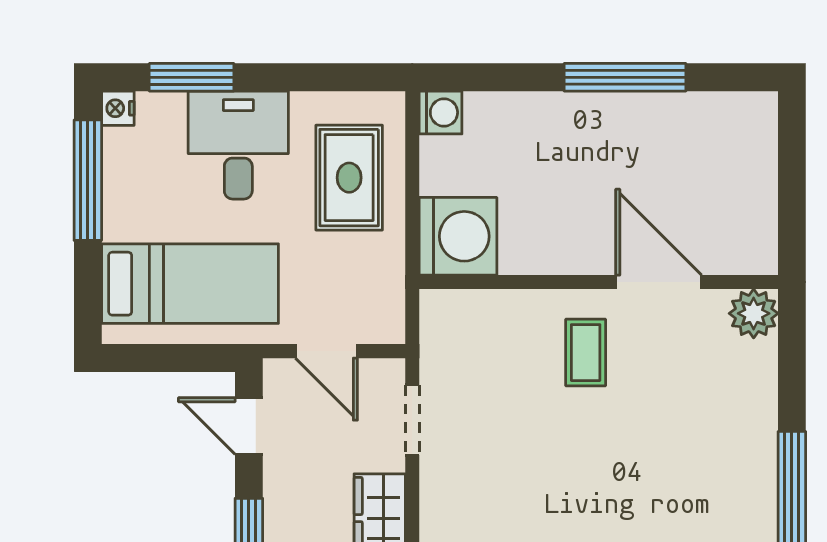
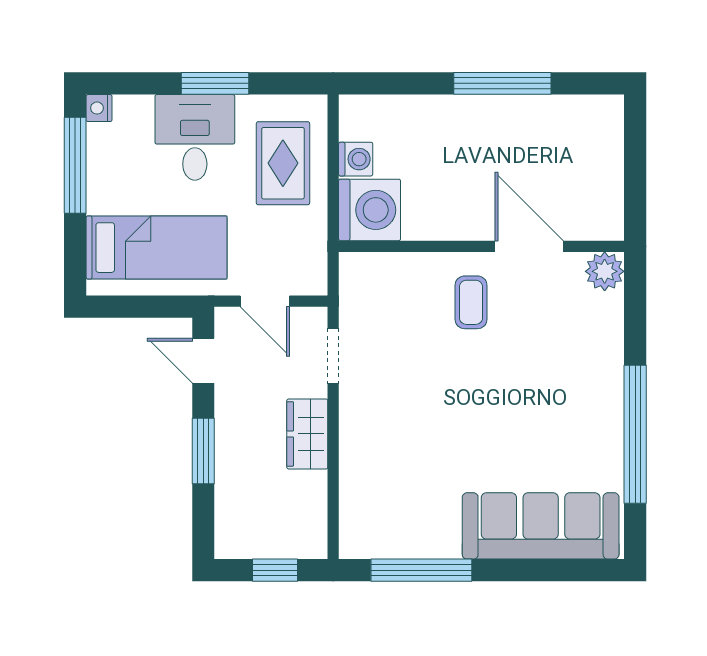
window: (192, 77) -> (215, 83), moved
washing machine: (441, 112) -> (356, 159), moved

